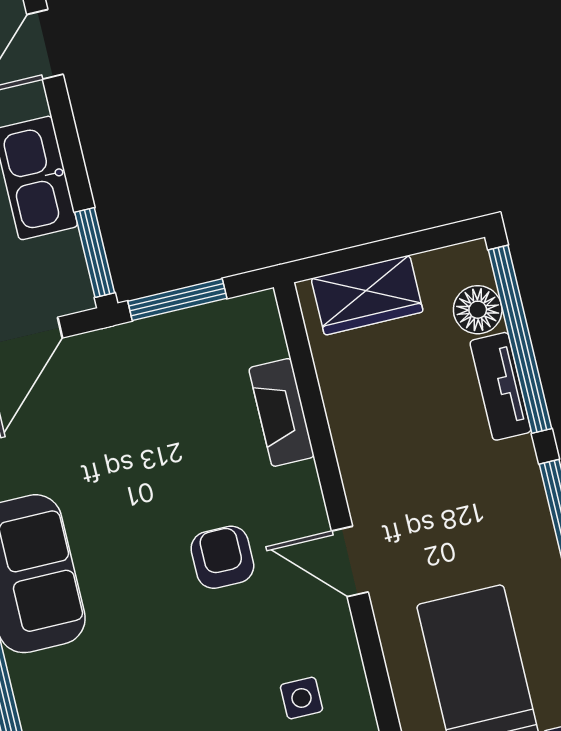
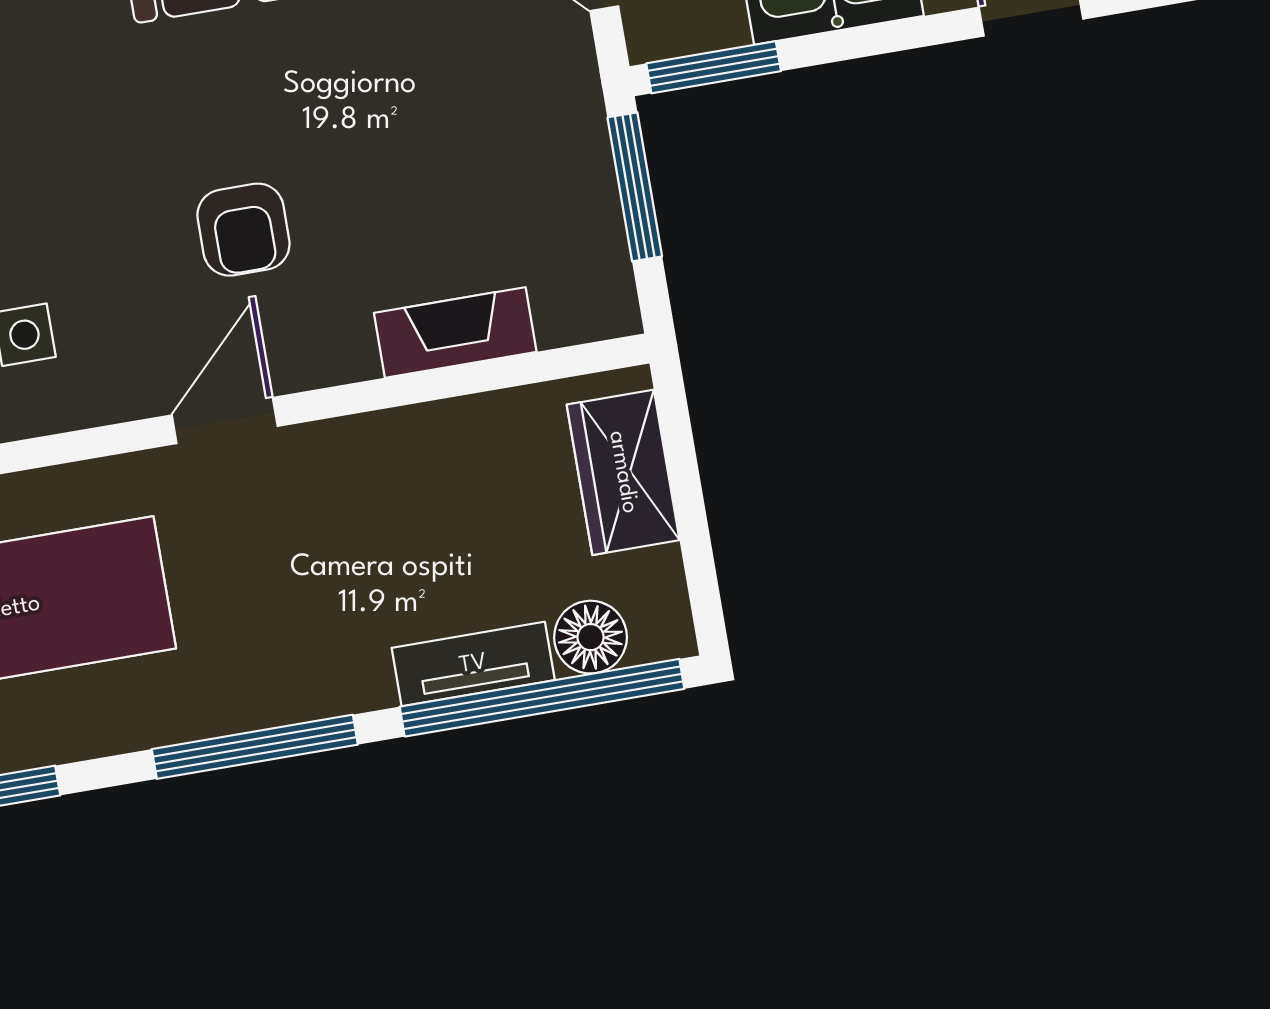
armchair: (222, 557) -> (243, 230), turned 90

